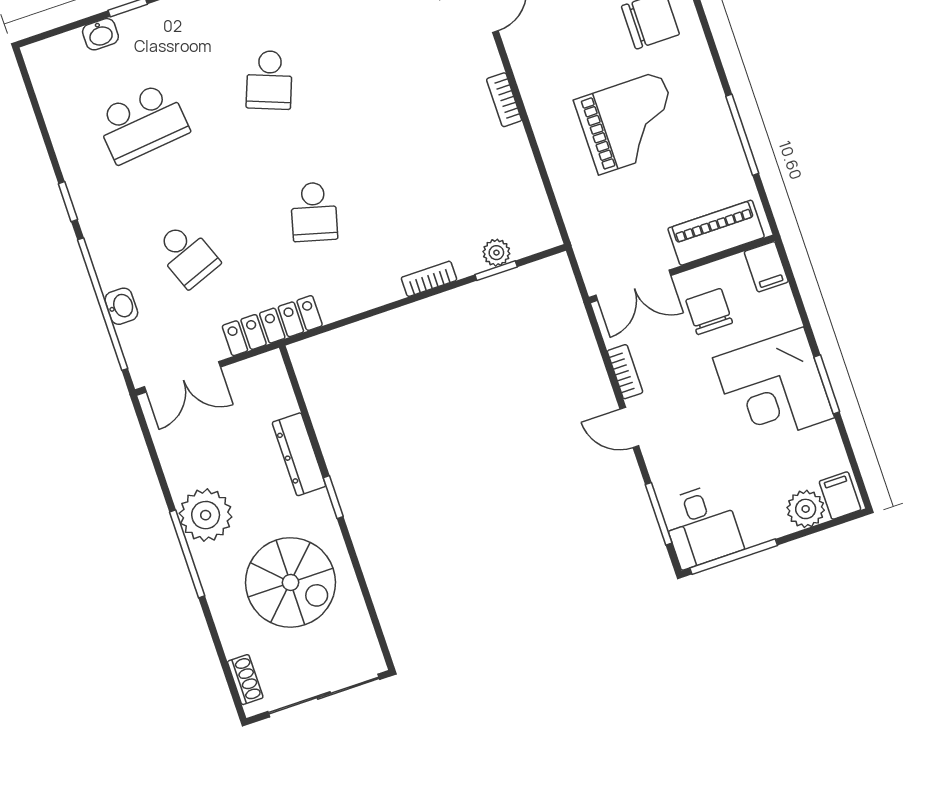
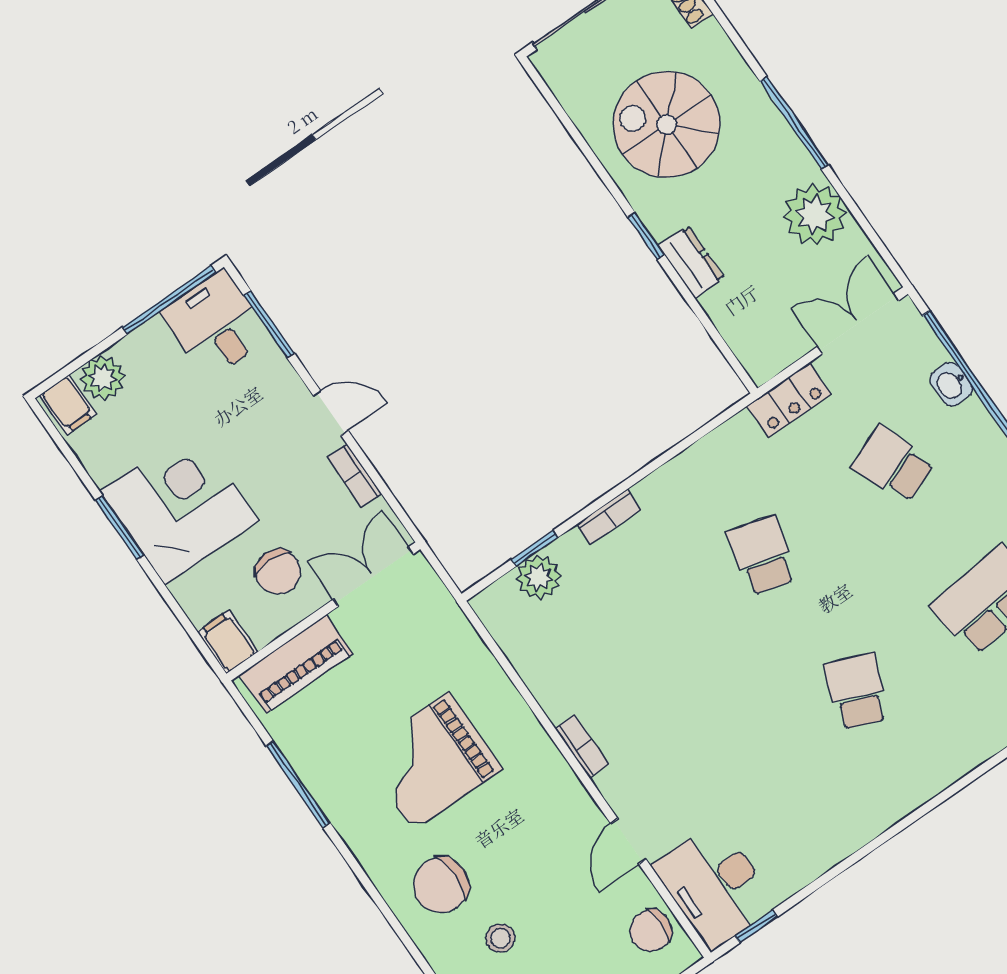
plant: (496, 253) -> (539, 577), width x1.38, depth x1.38
locker: (272, 326) -> (789, 400), width x0.66
dresser: (299, 454) -> (691, 262), width x0.70
plant: (206, 515) -> (815, 215), moved

